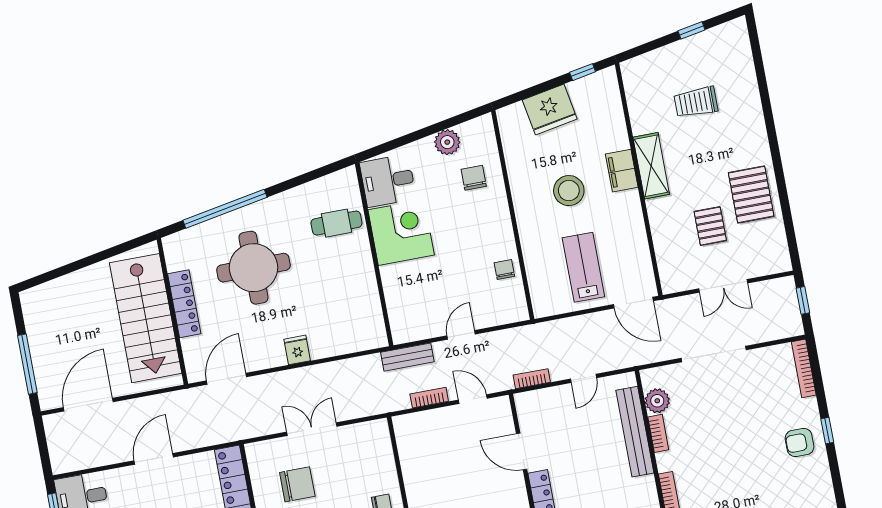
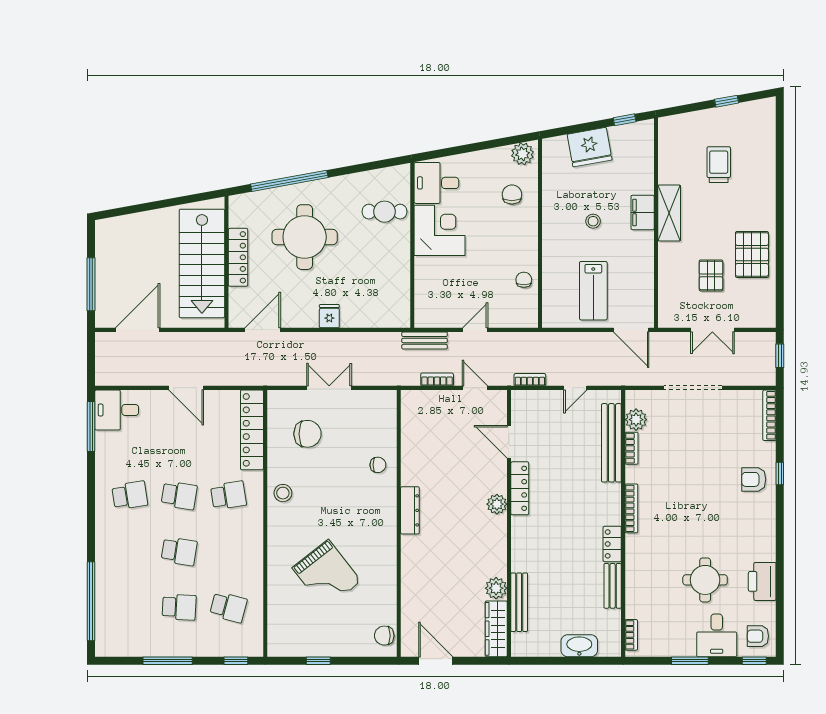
trolley: (696, 102) -> (719, 165), turned 90
plant: (447, 142) -> (522, 154), moved
stool: (569, 191) -> (593, 221), width x0.53, depth x0.53
lab bench: (583, 267) -> (593, 291), turned 180
door: (154, 459) -> (186, 388), swing flipped

